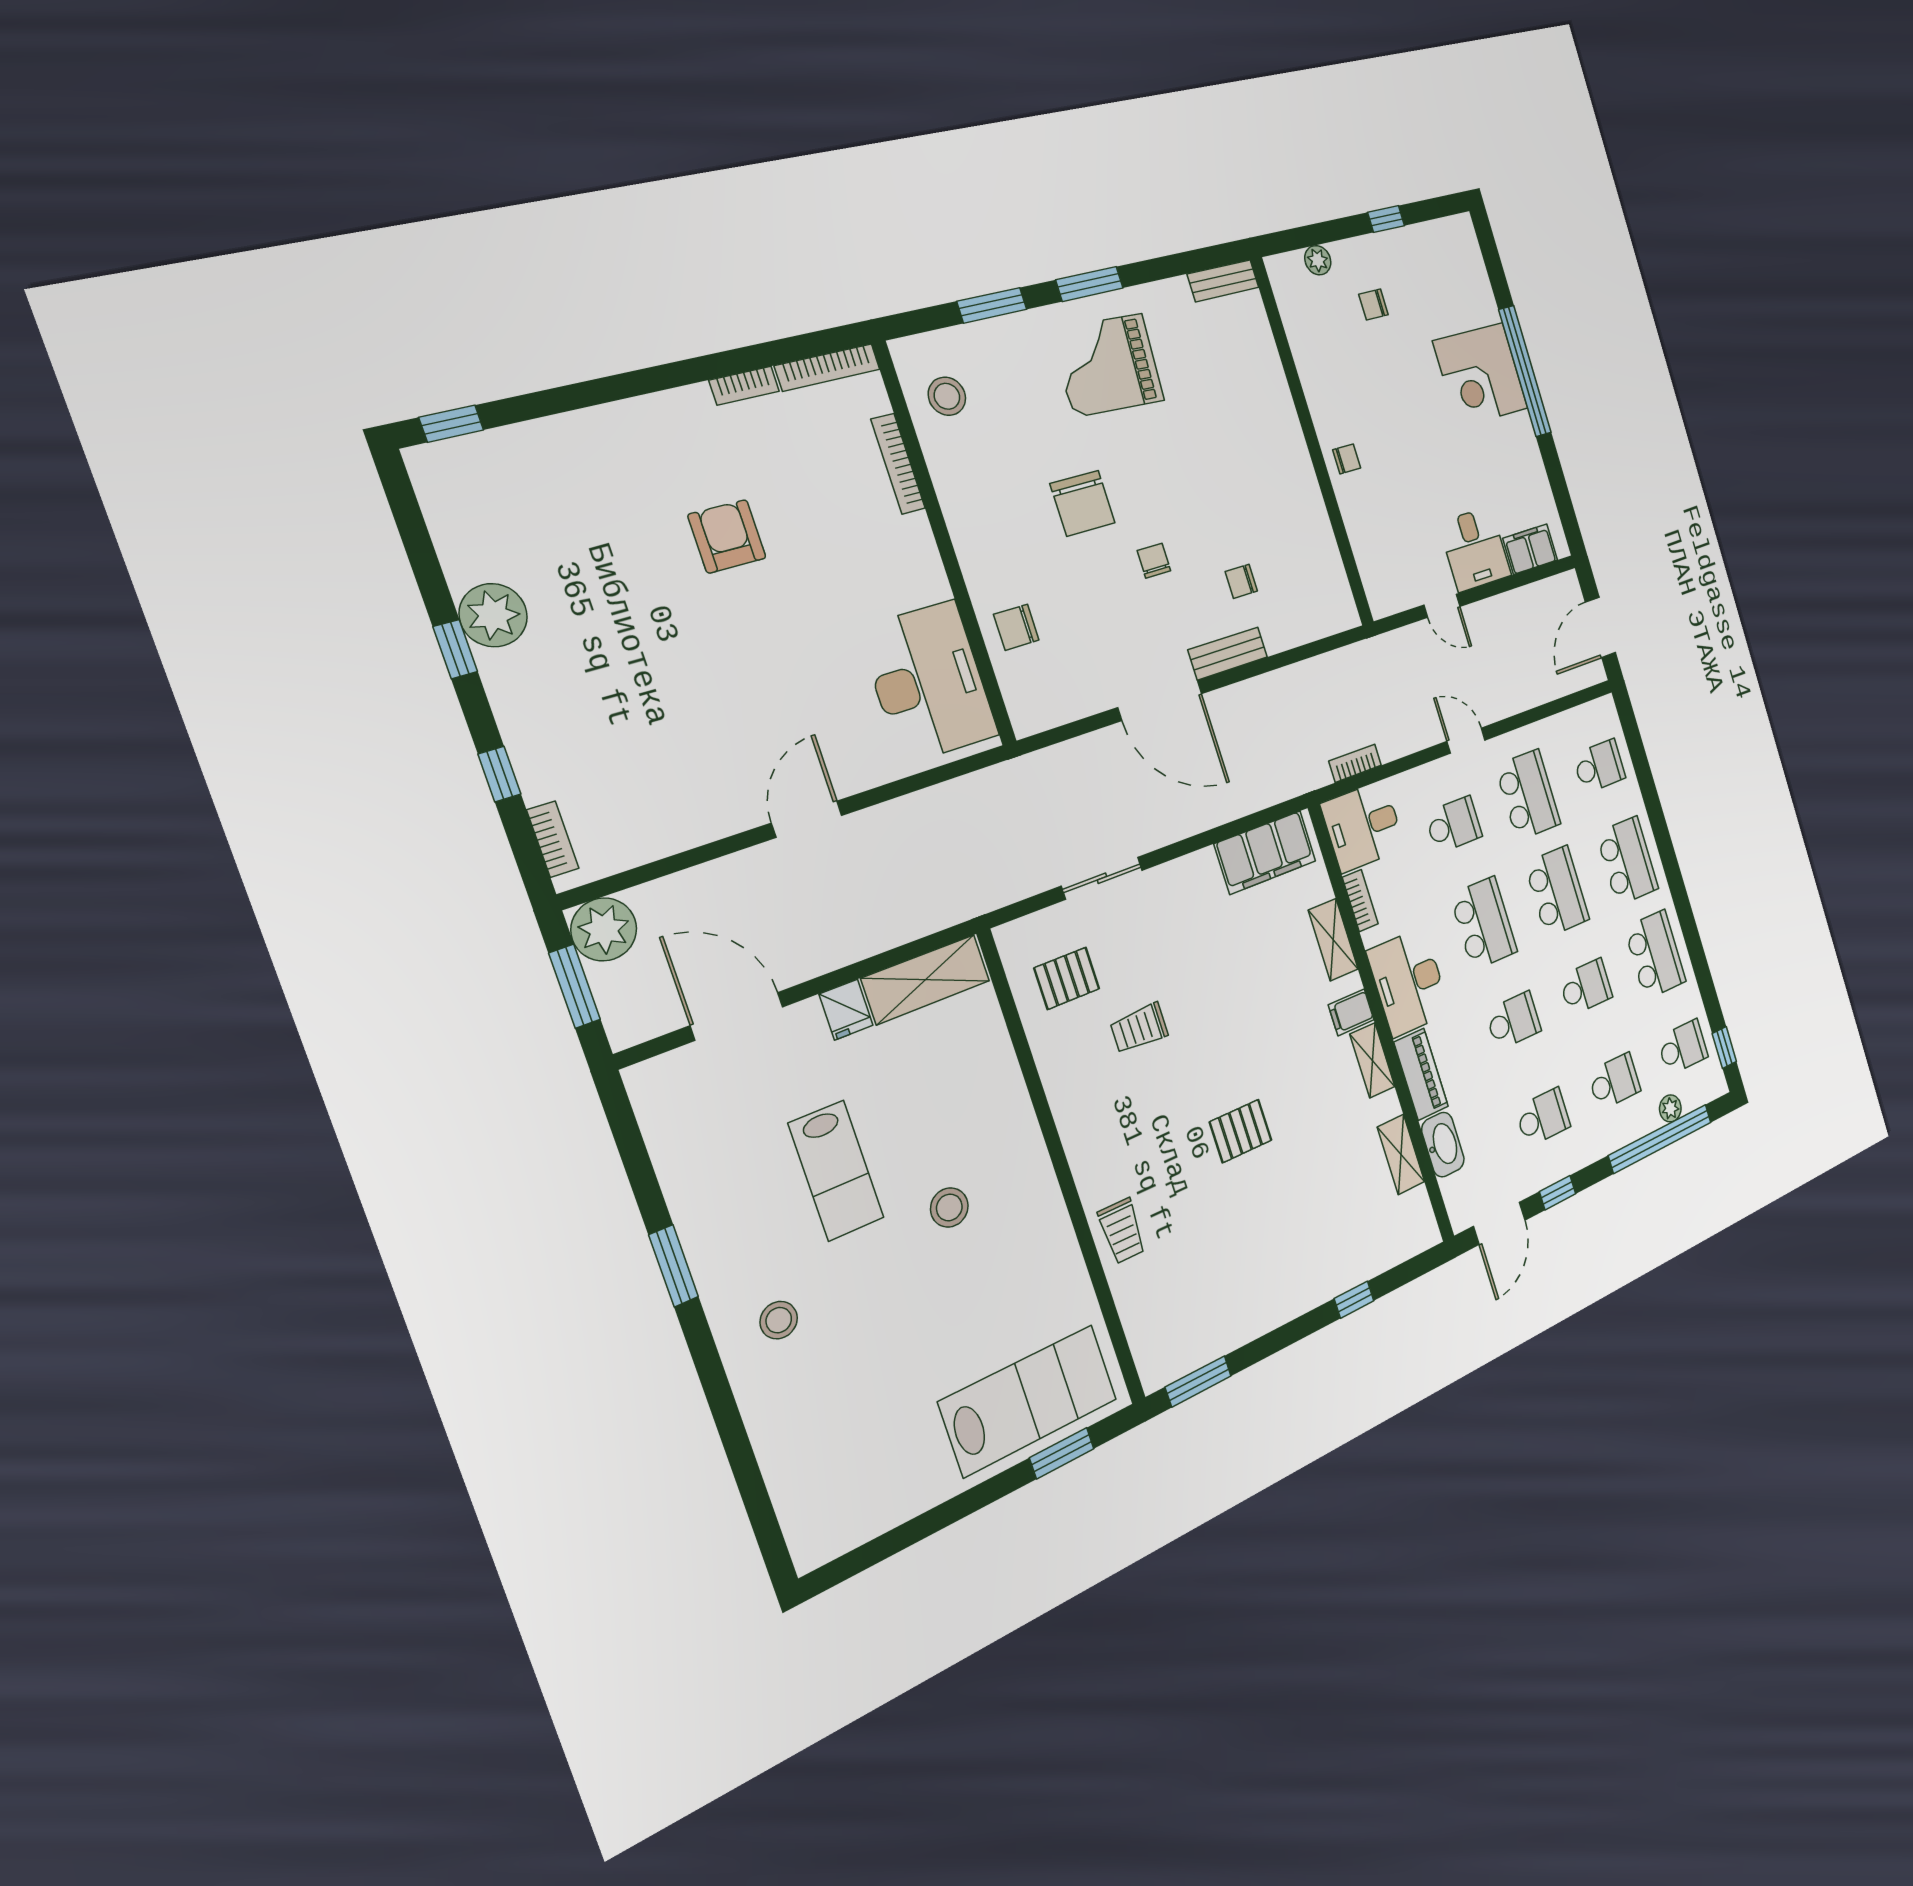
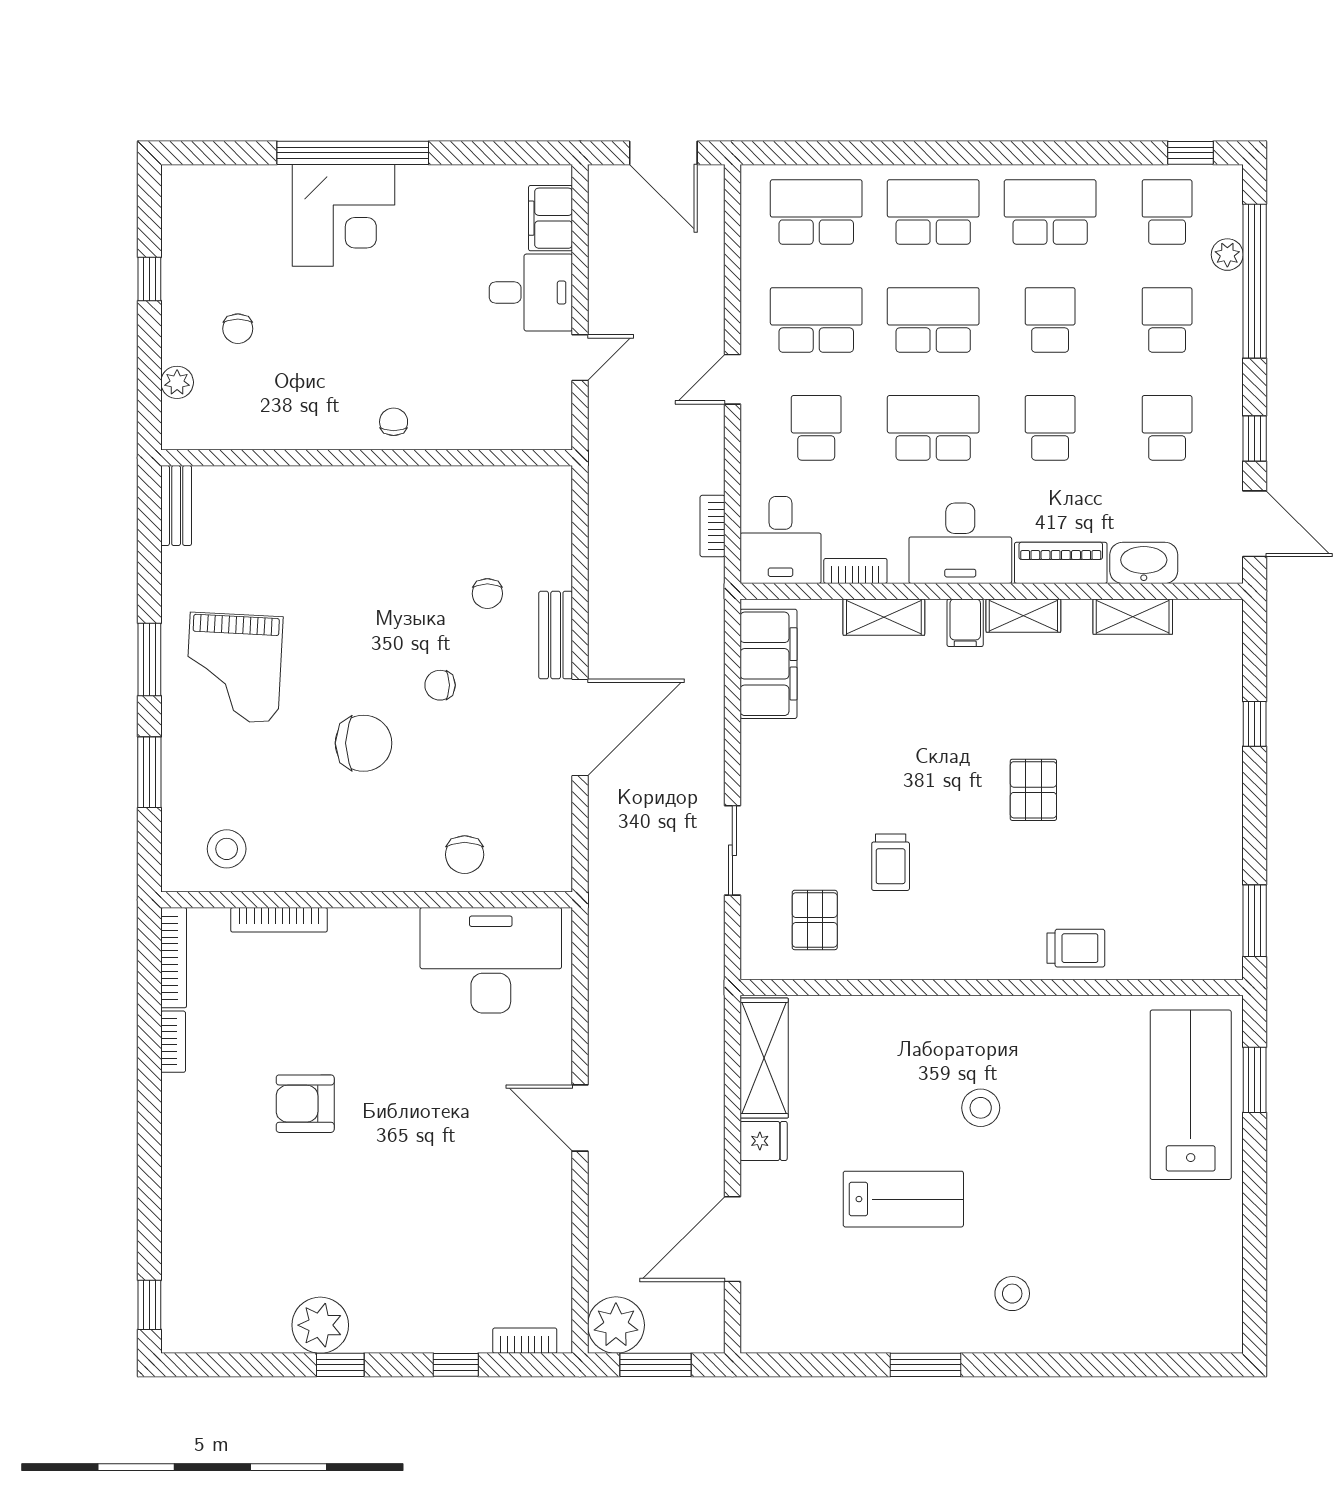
school desk: (1599, 766) -> (816, 212), width x1.85

